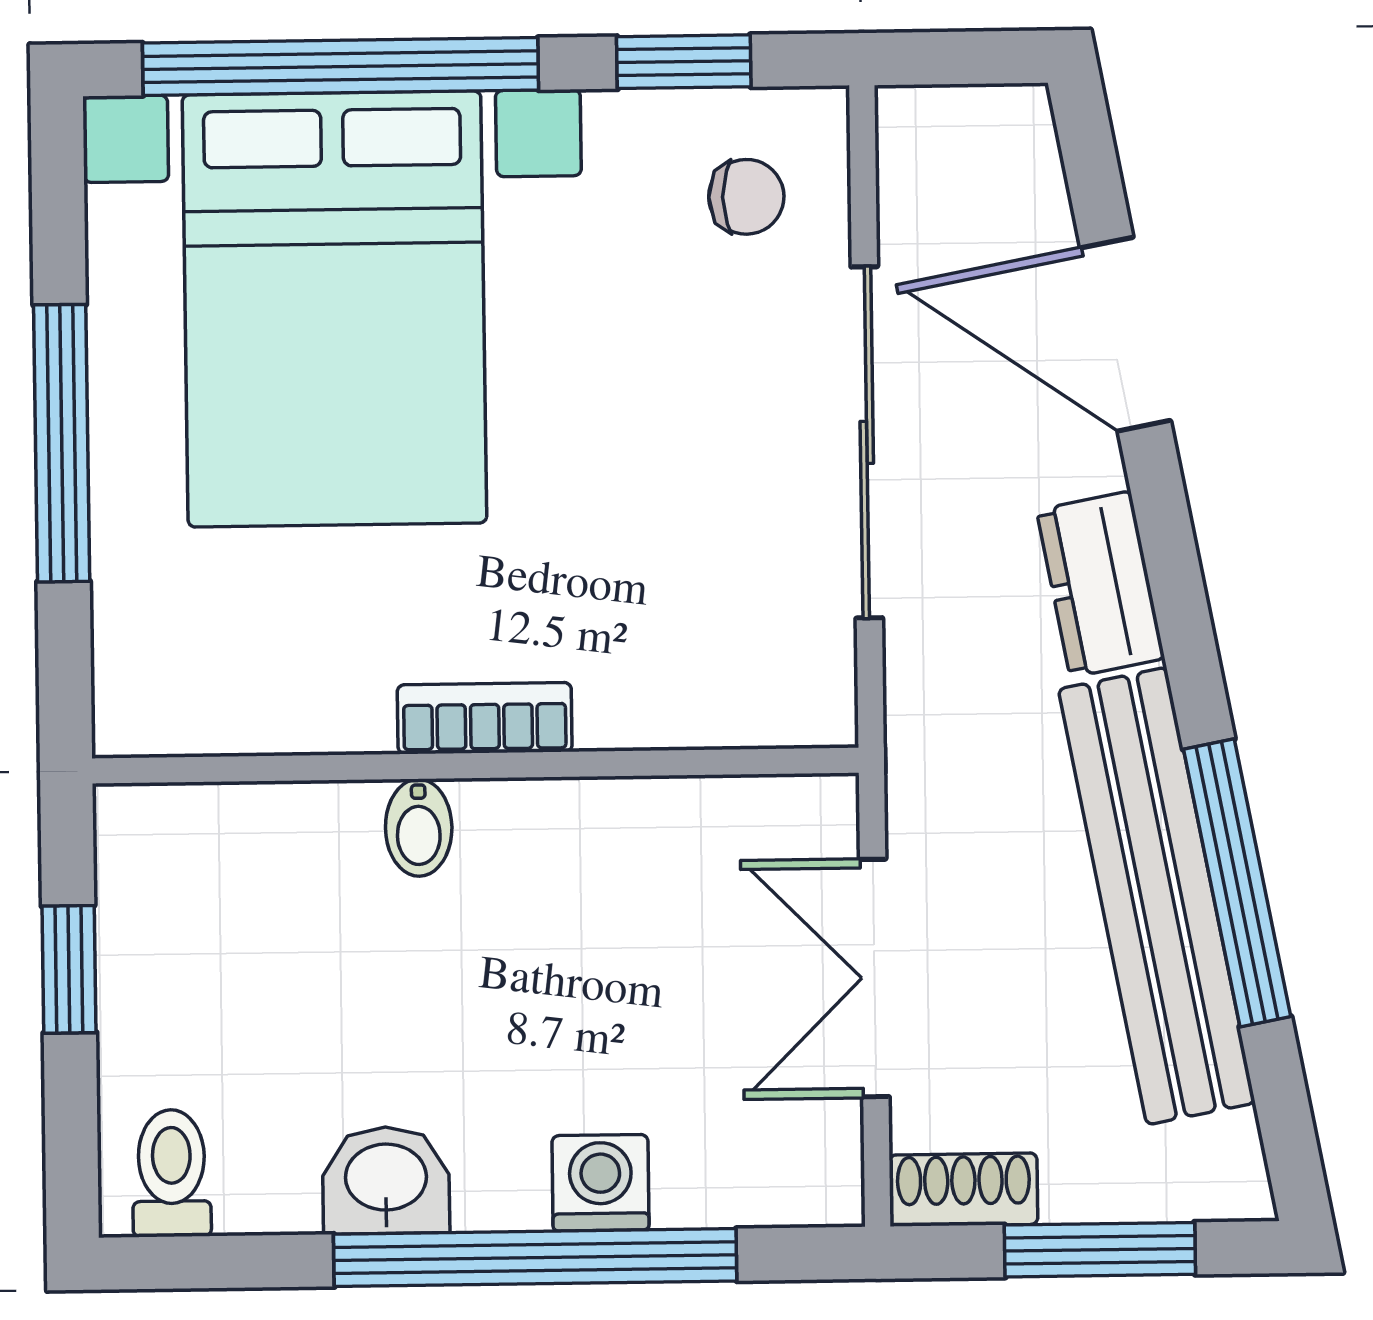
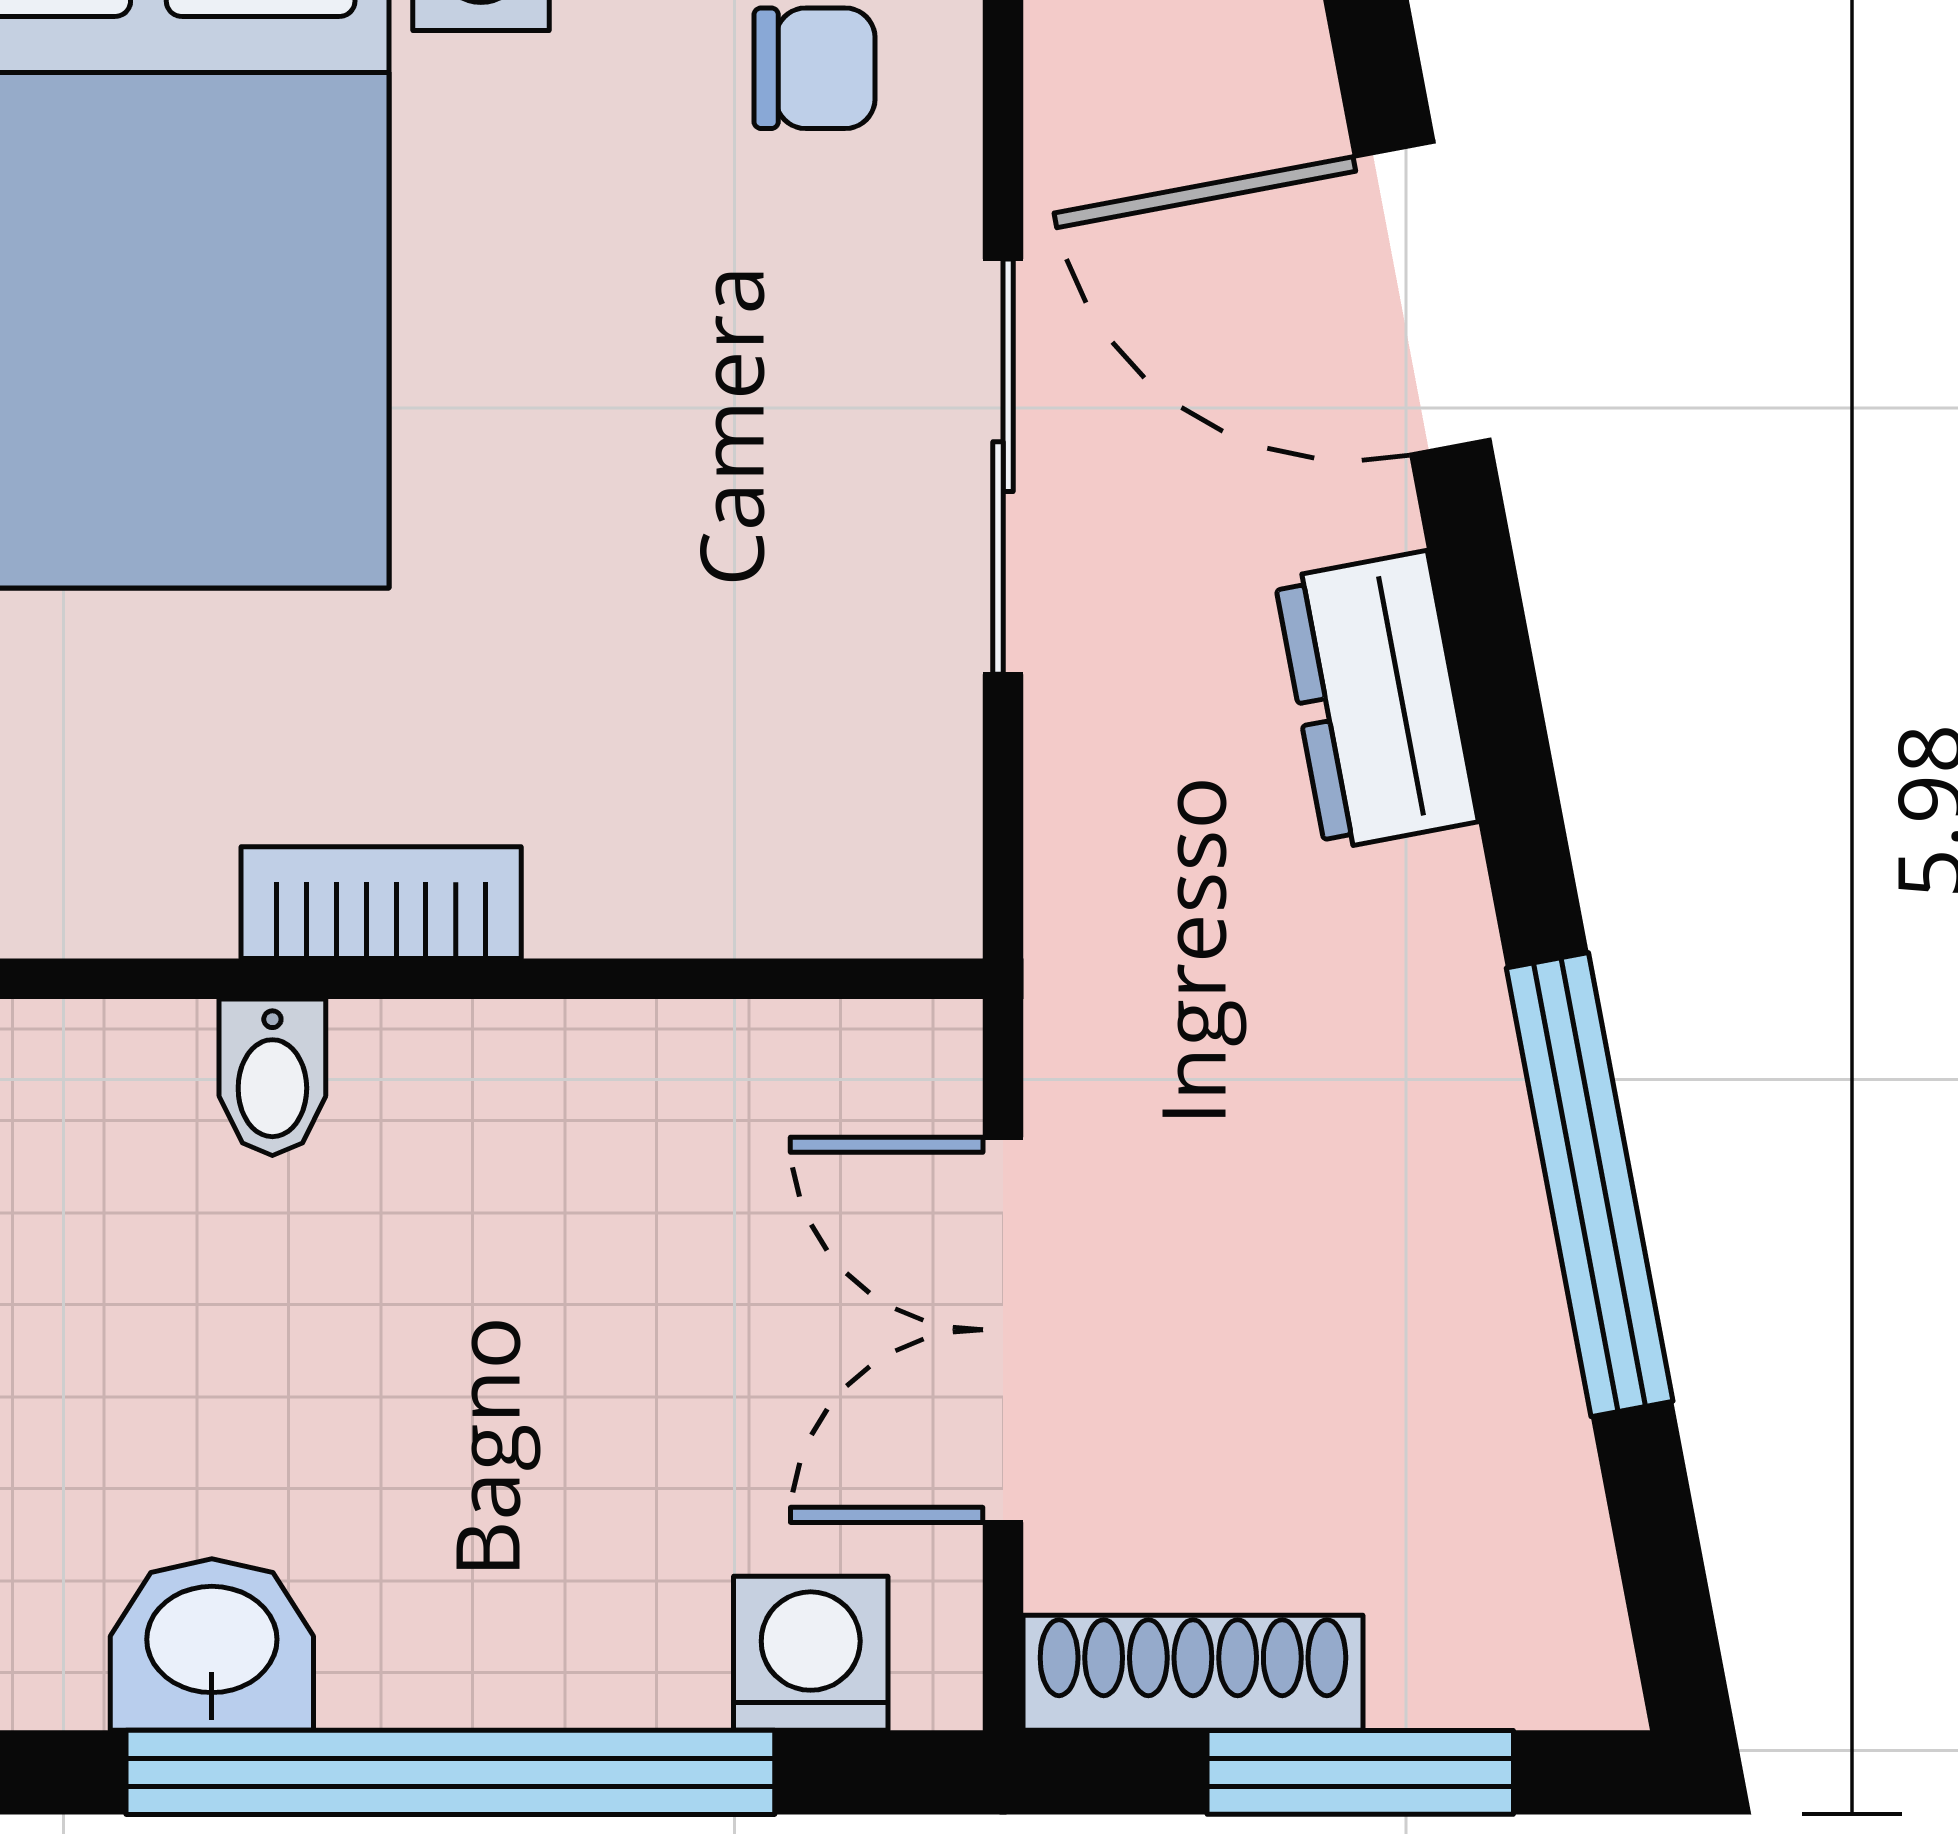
sliding door: (867, 442) -> (1003, 467), width x0.73
bench: (1157, 896) -> (1460, 1204), removed
washing machine: (600, 1183) -> (811, 1653), moved
shoe rack: (964, 1190) -> (1193, 1673), width x1.43

